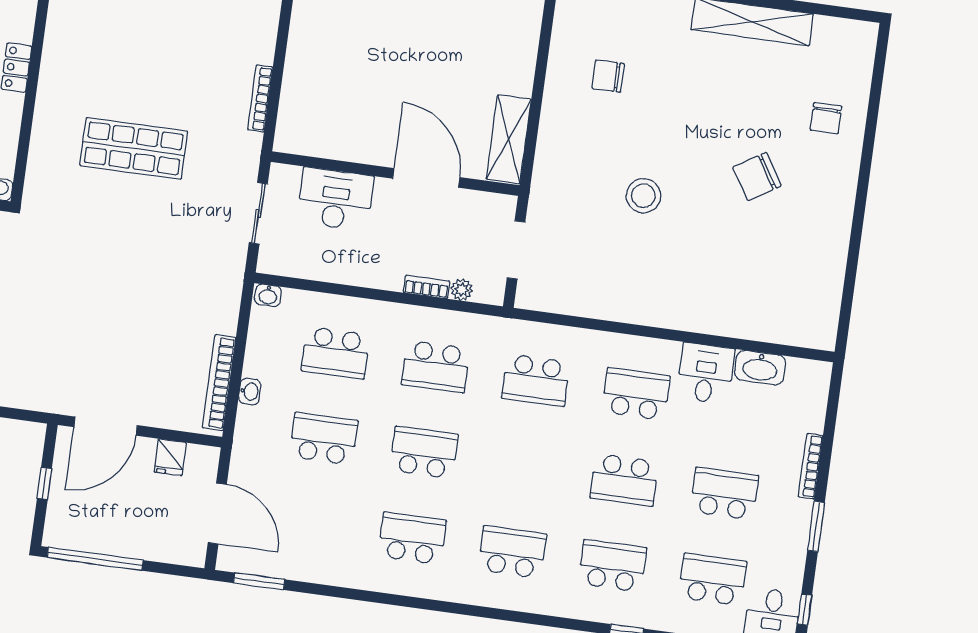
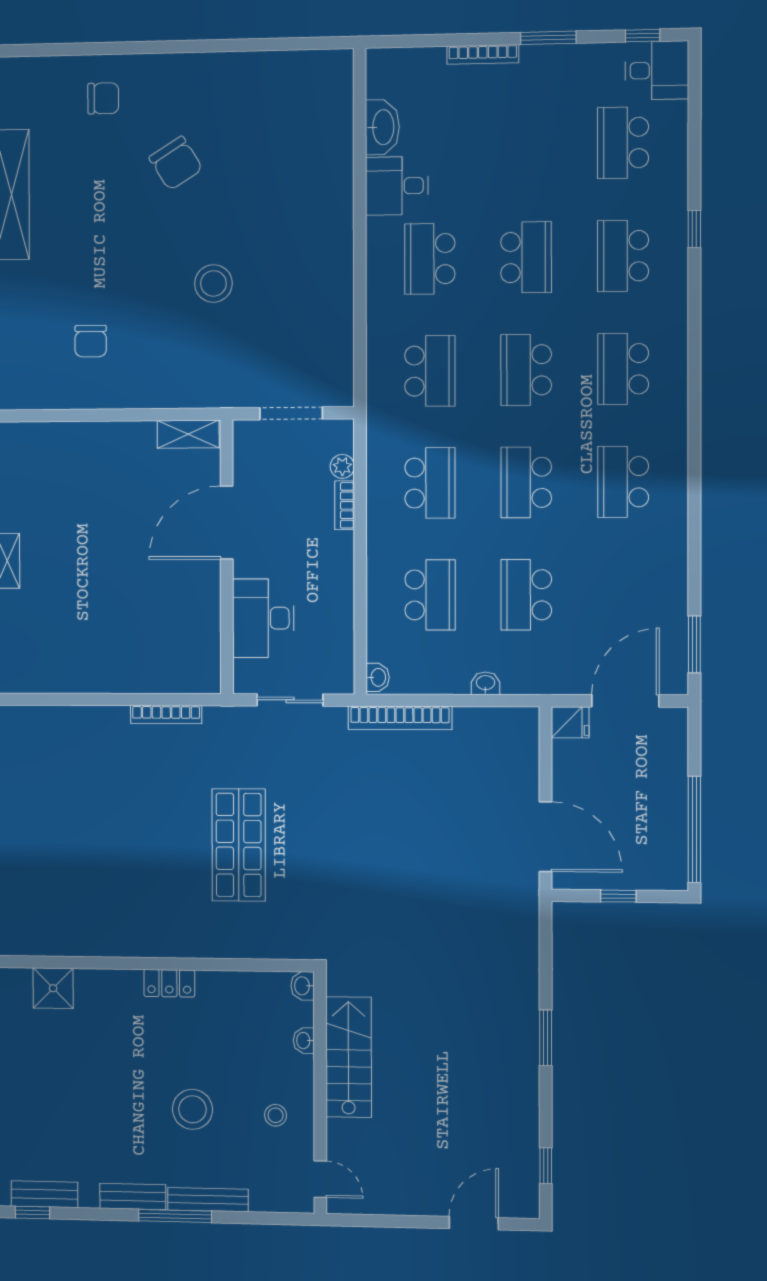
shelving: (509, 139) -> (188, 434), width x0.67, depth x0.75
bookcase: (219, 383) -> (400, 718), moved
fridge: (170, 457) -> (570, 722), moved
school desk: (724, 494) -> (526, 370), moved

